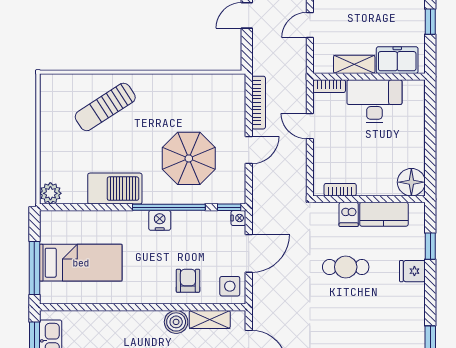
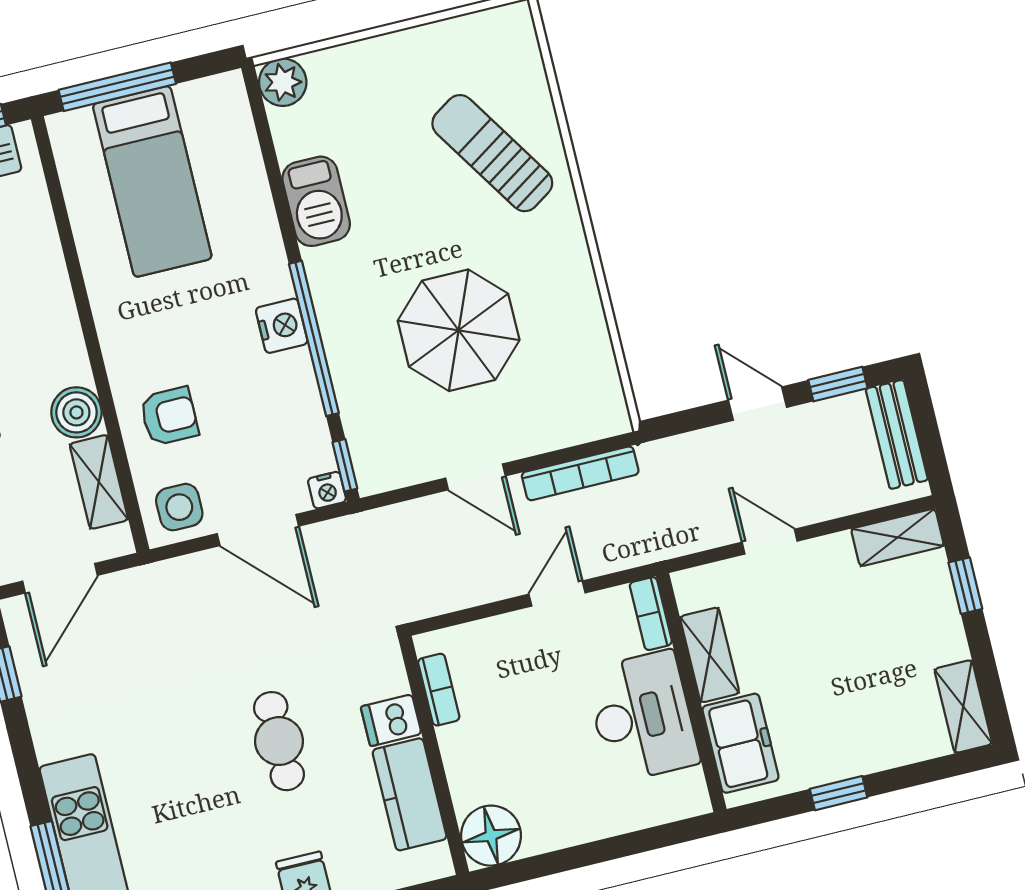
parasol: (189, 158) -> (459, 330), moved
barbecue: (115, 189) -> (316, 201), width x0.73, depth x0.83

